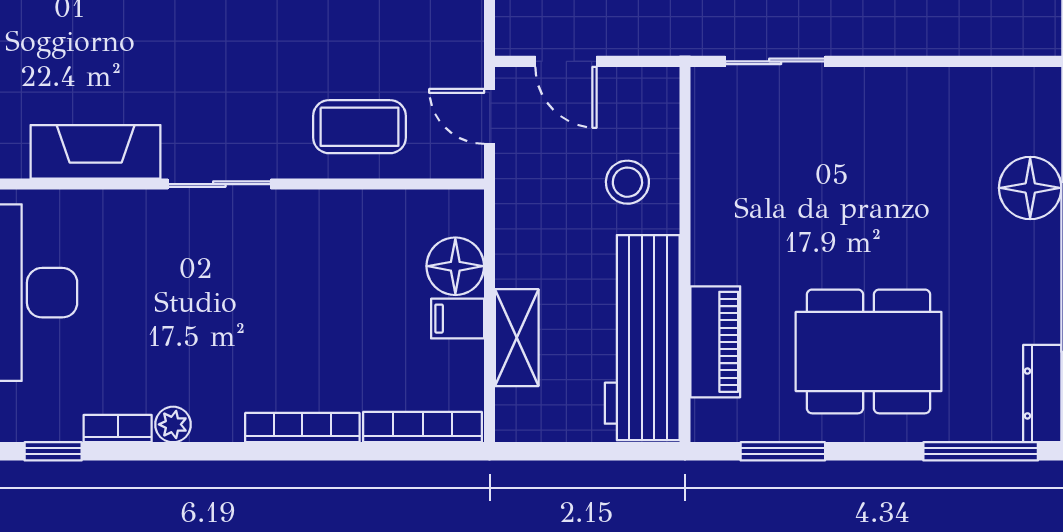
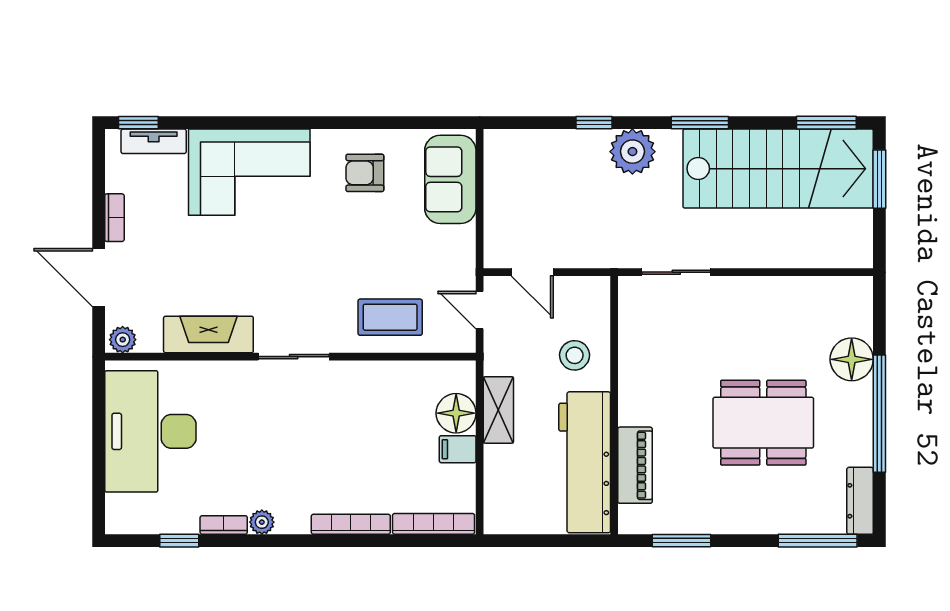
shelving: (517, 338) -> (498, 410), moved
dining table: (869, 351) -> (763, 423), moved

